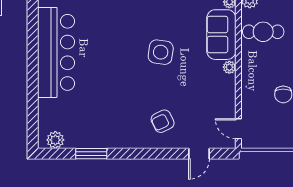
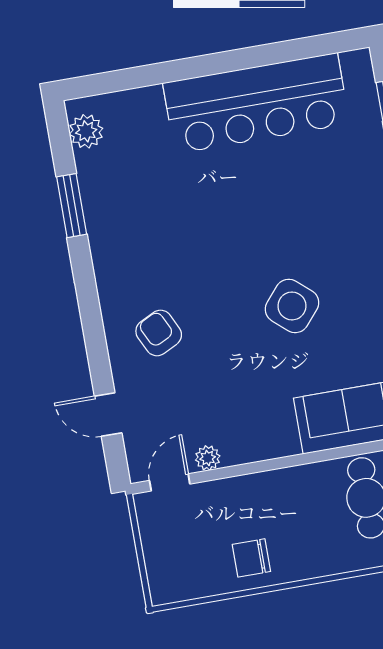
side table: (161, 52) -> (292, 306), turned 33
plant: (229, 67) -> (208, 458), moved

